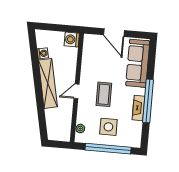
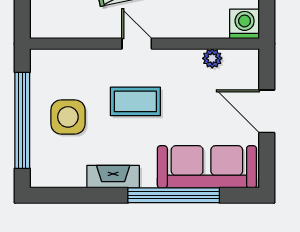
door: (114, 33) -> (267, 111), hinge flipped
window: (148, 101) -> (174, 195), moved
plant: (80, 129) -> (212, 58), moved

